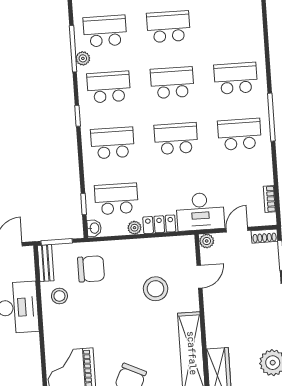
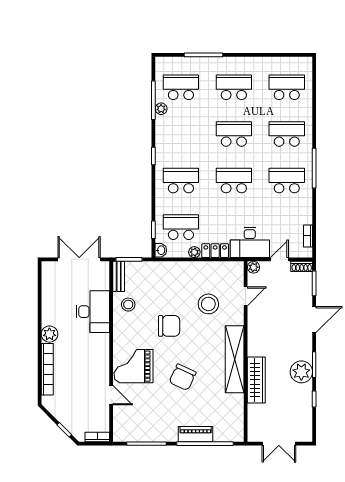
school desk: (109, 87) -> (287, 87), moved
chair: (91, 269) -> (169, 326), moved

